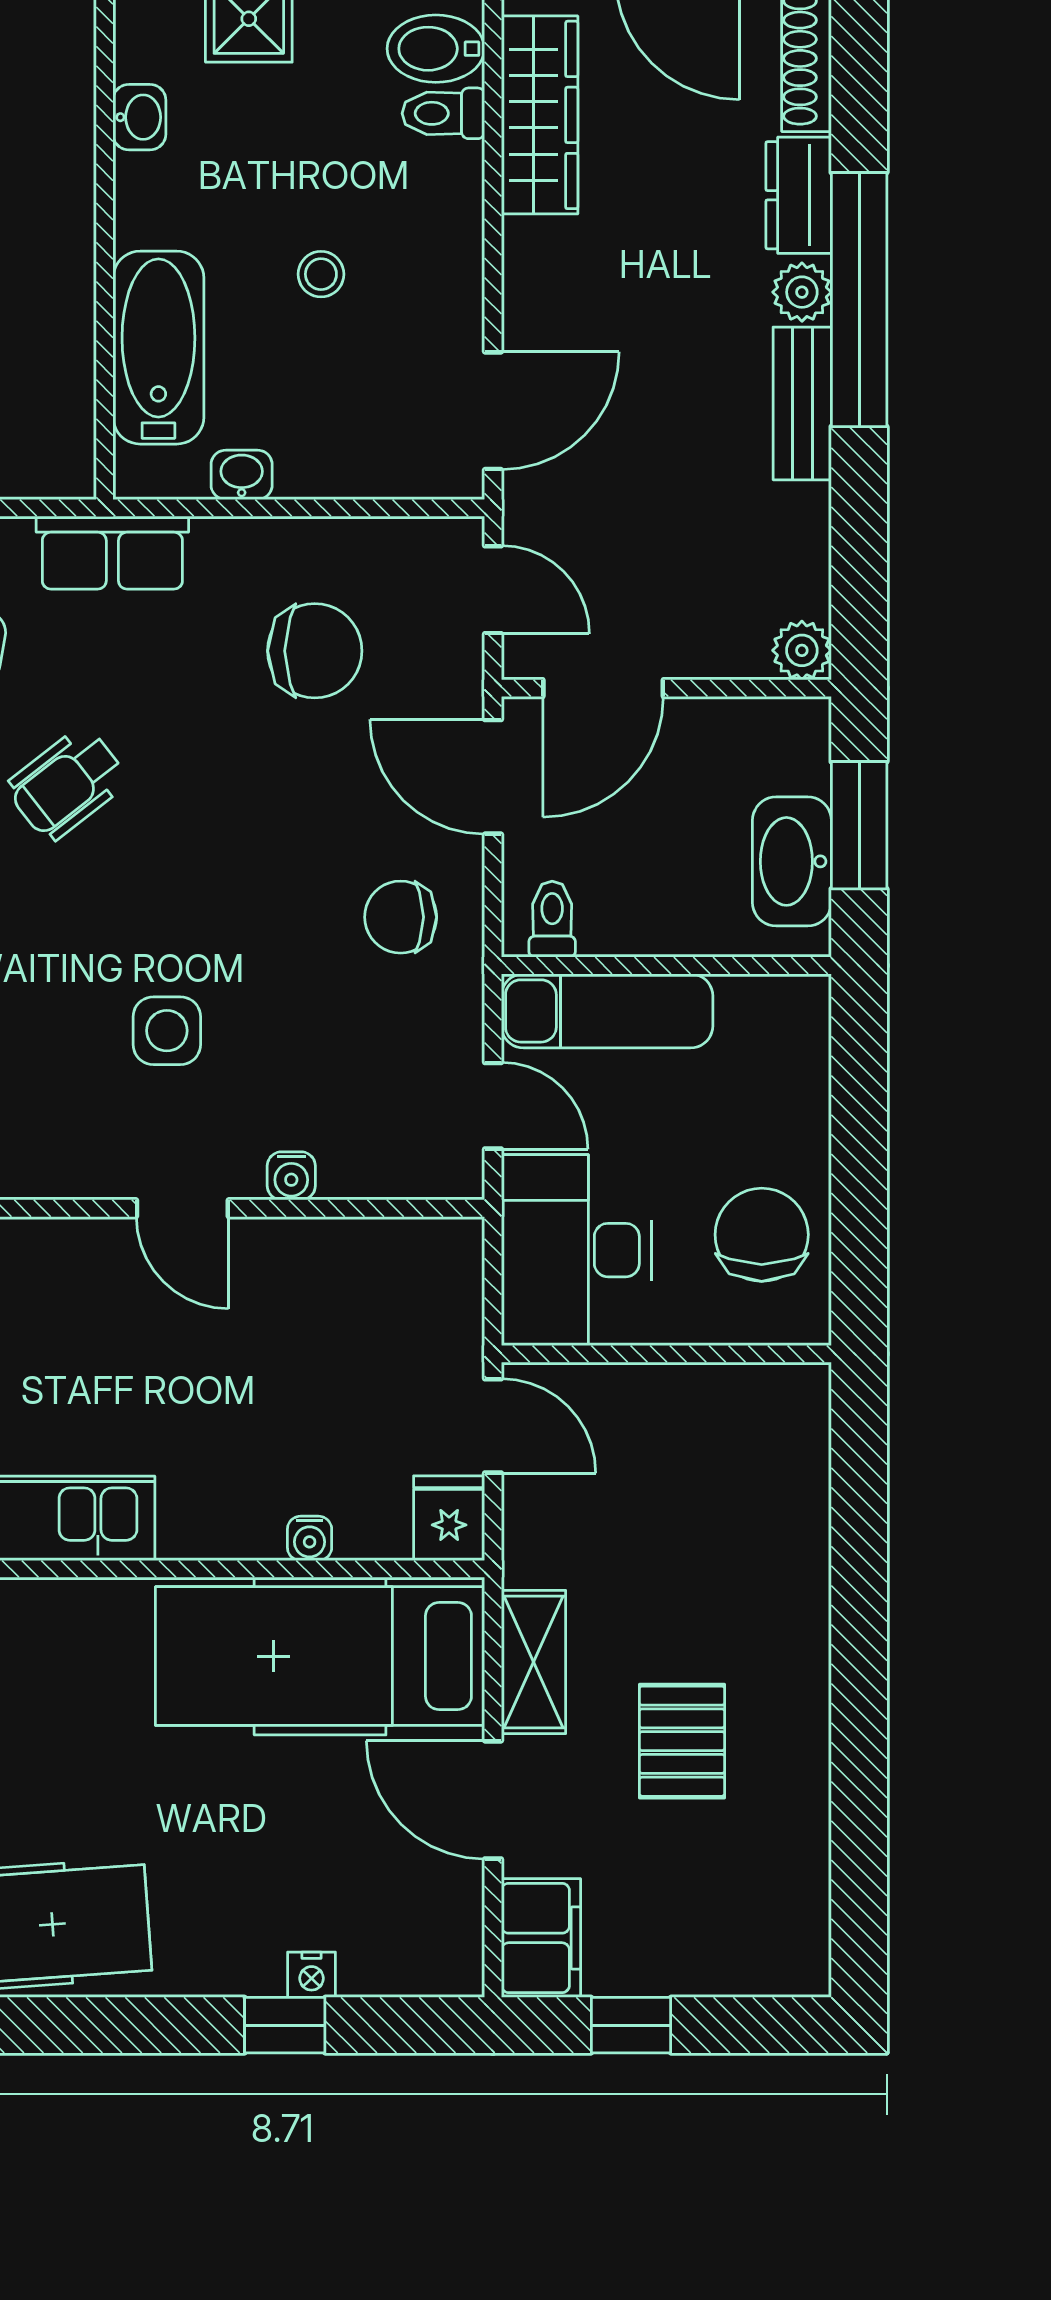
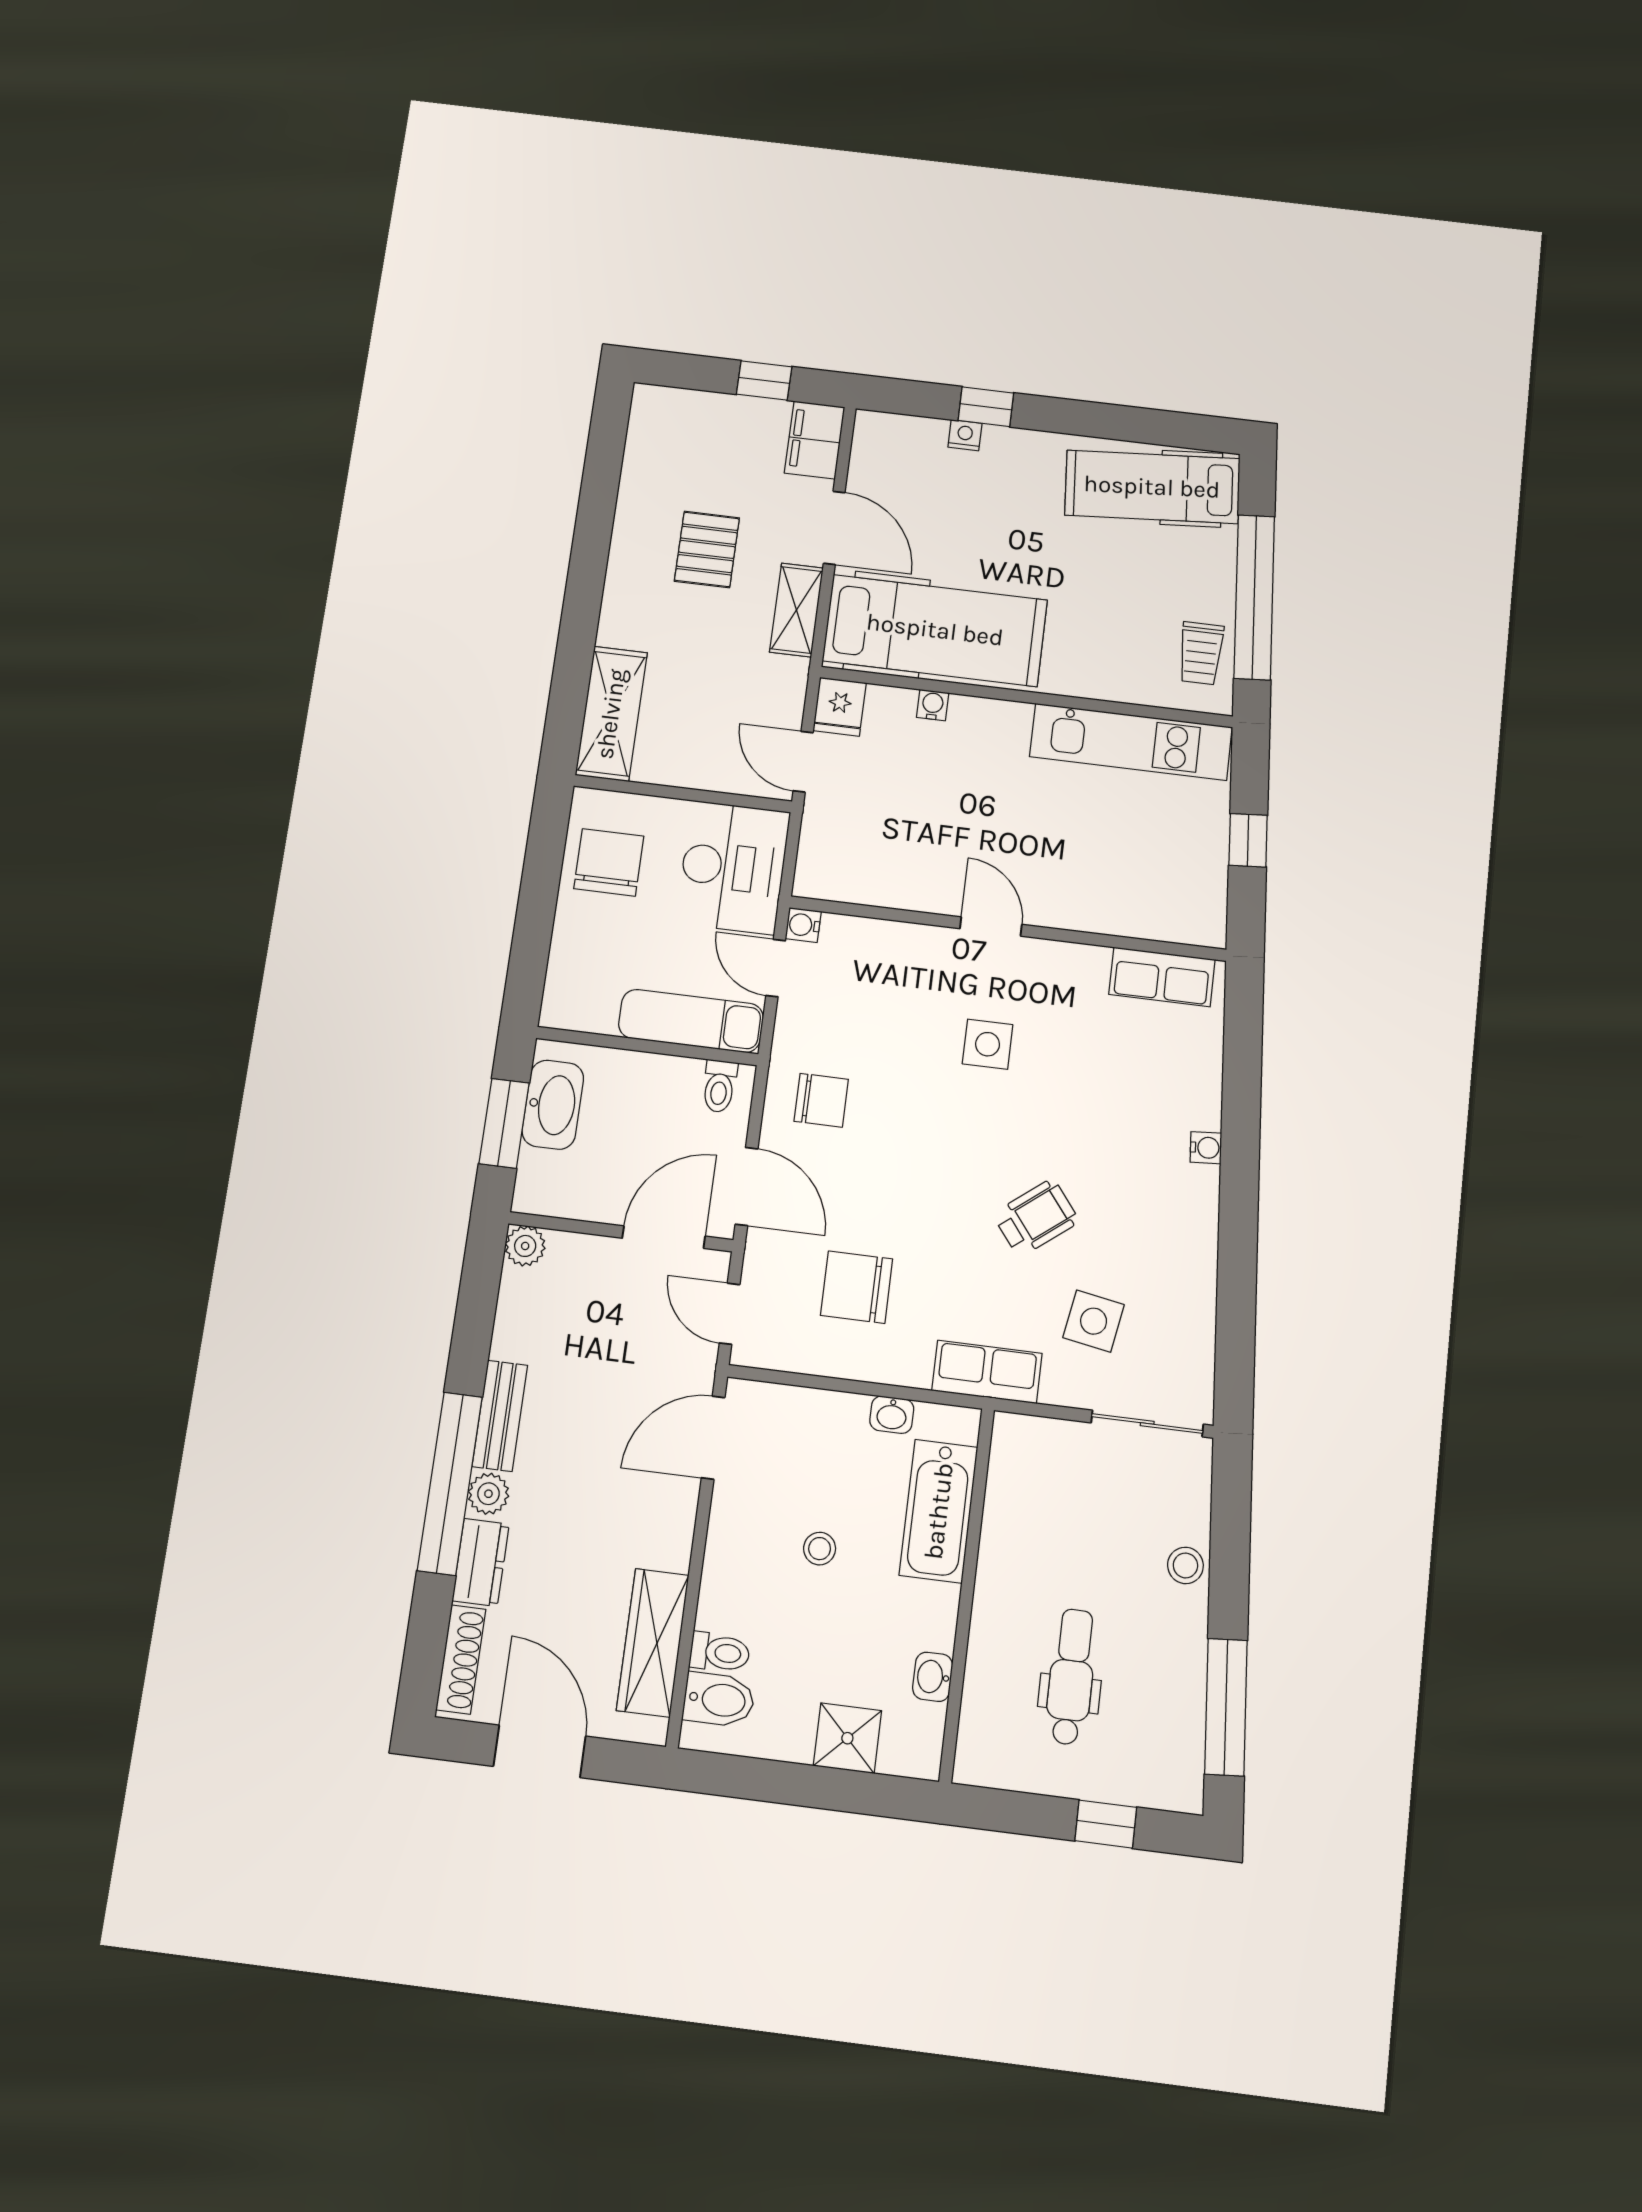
water cooler: (291, 1176) -> (803, 925), moved, turned -90
chair: (762, 1235) -> (609, 862), turned 180
shelving: (791, 1464) -> (611, 714), added

